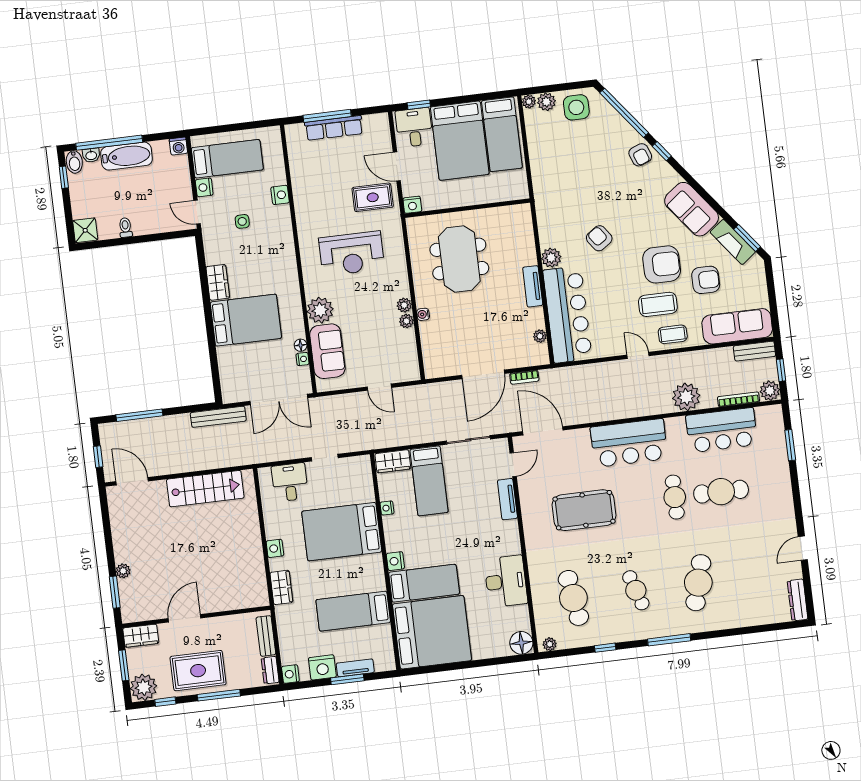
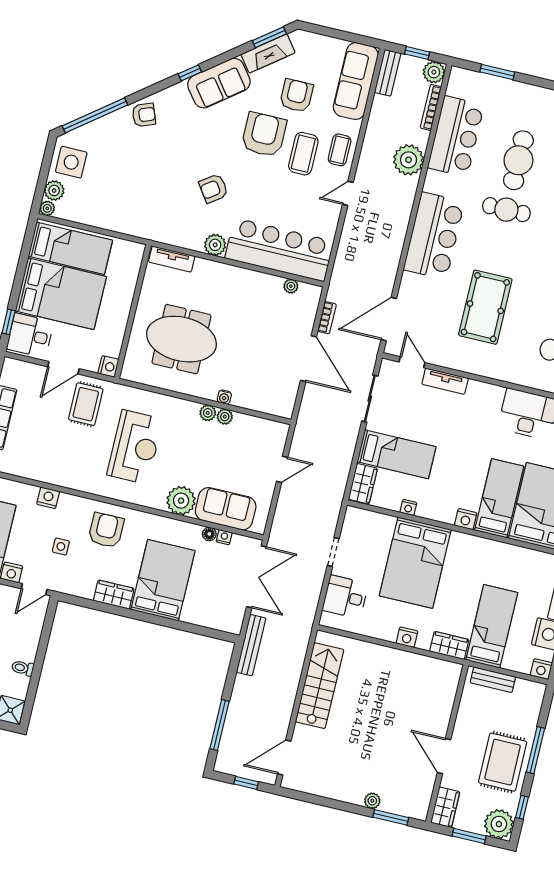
window: (662, 151) -> (190, 73), moved
armchair: (271, 255) -> (106, 530), added
tv unit: (533, 286) -> (172, 259), moved
bed: (353, 611) -> (492, 626), moved, turned 180
dresser: (270, 670) -> (530, 688), removed

